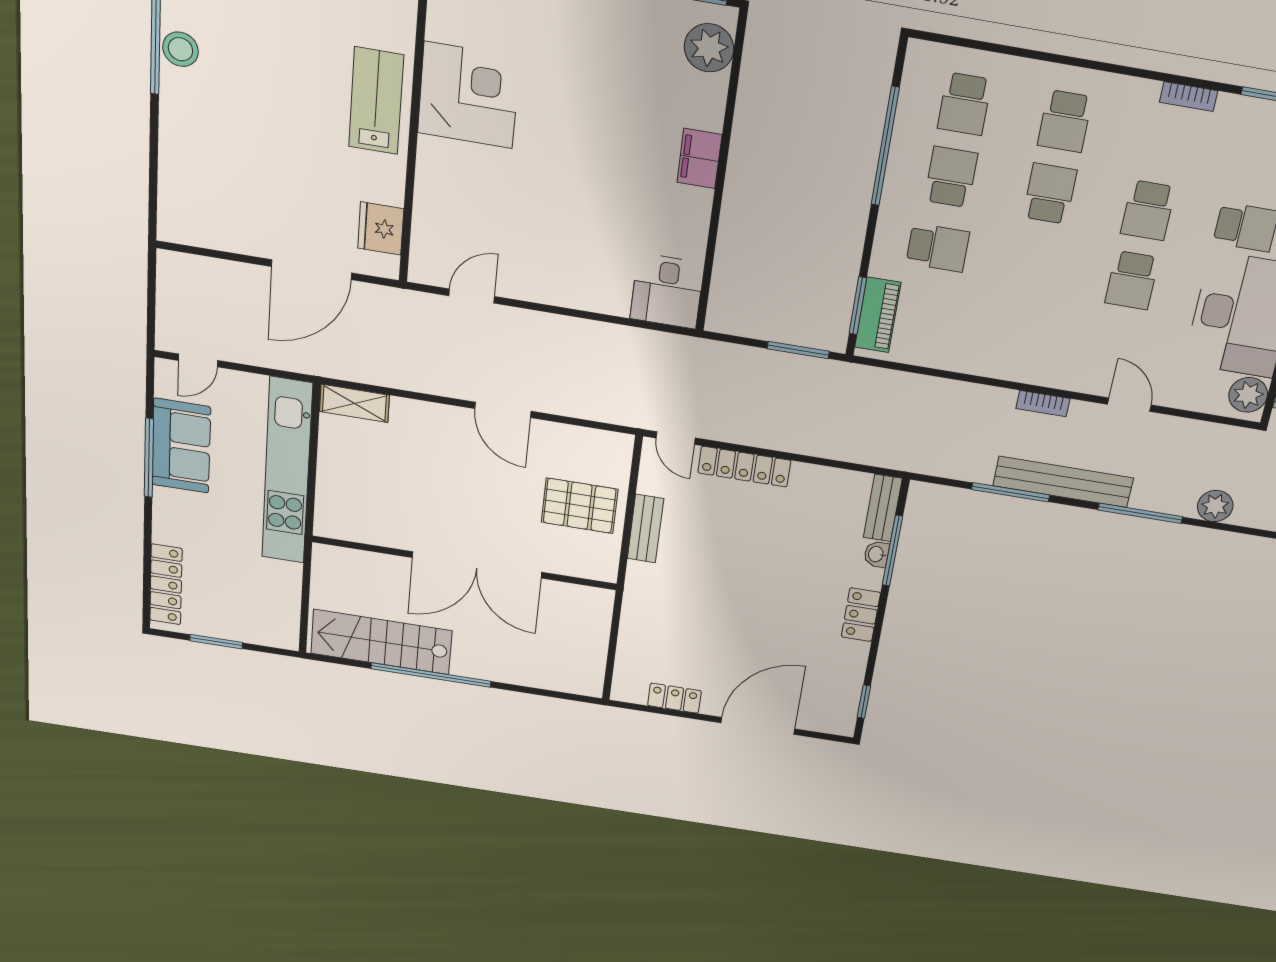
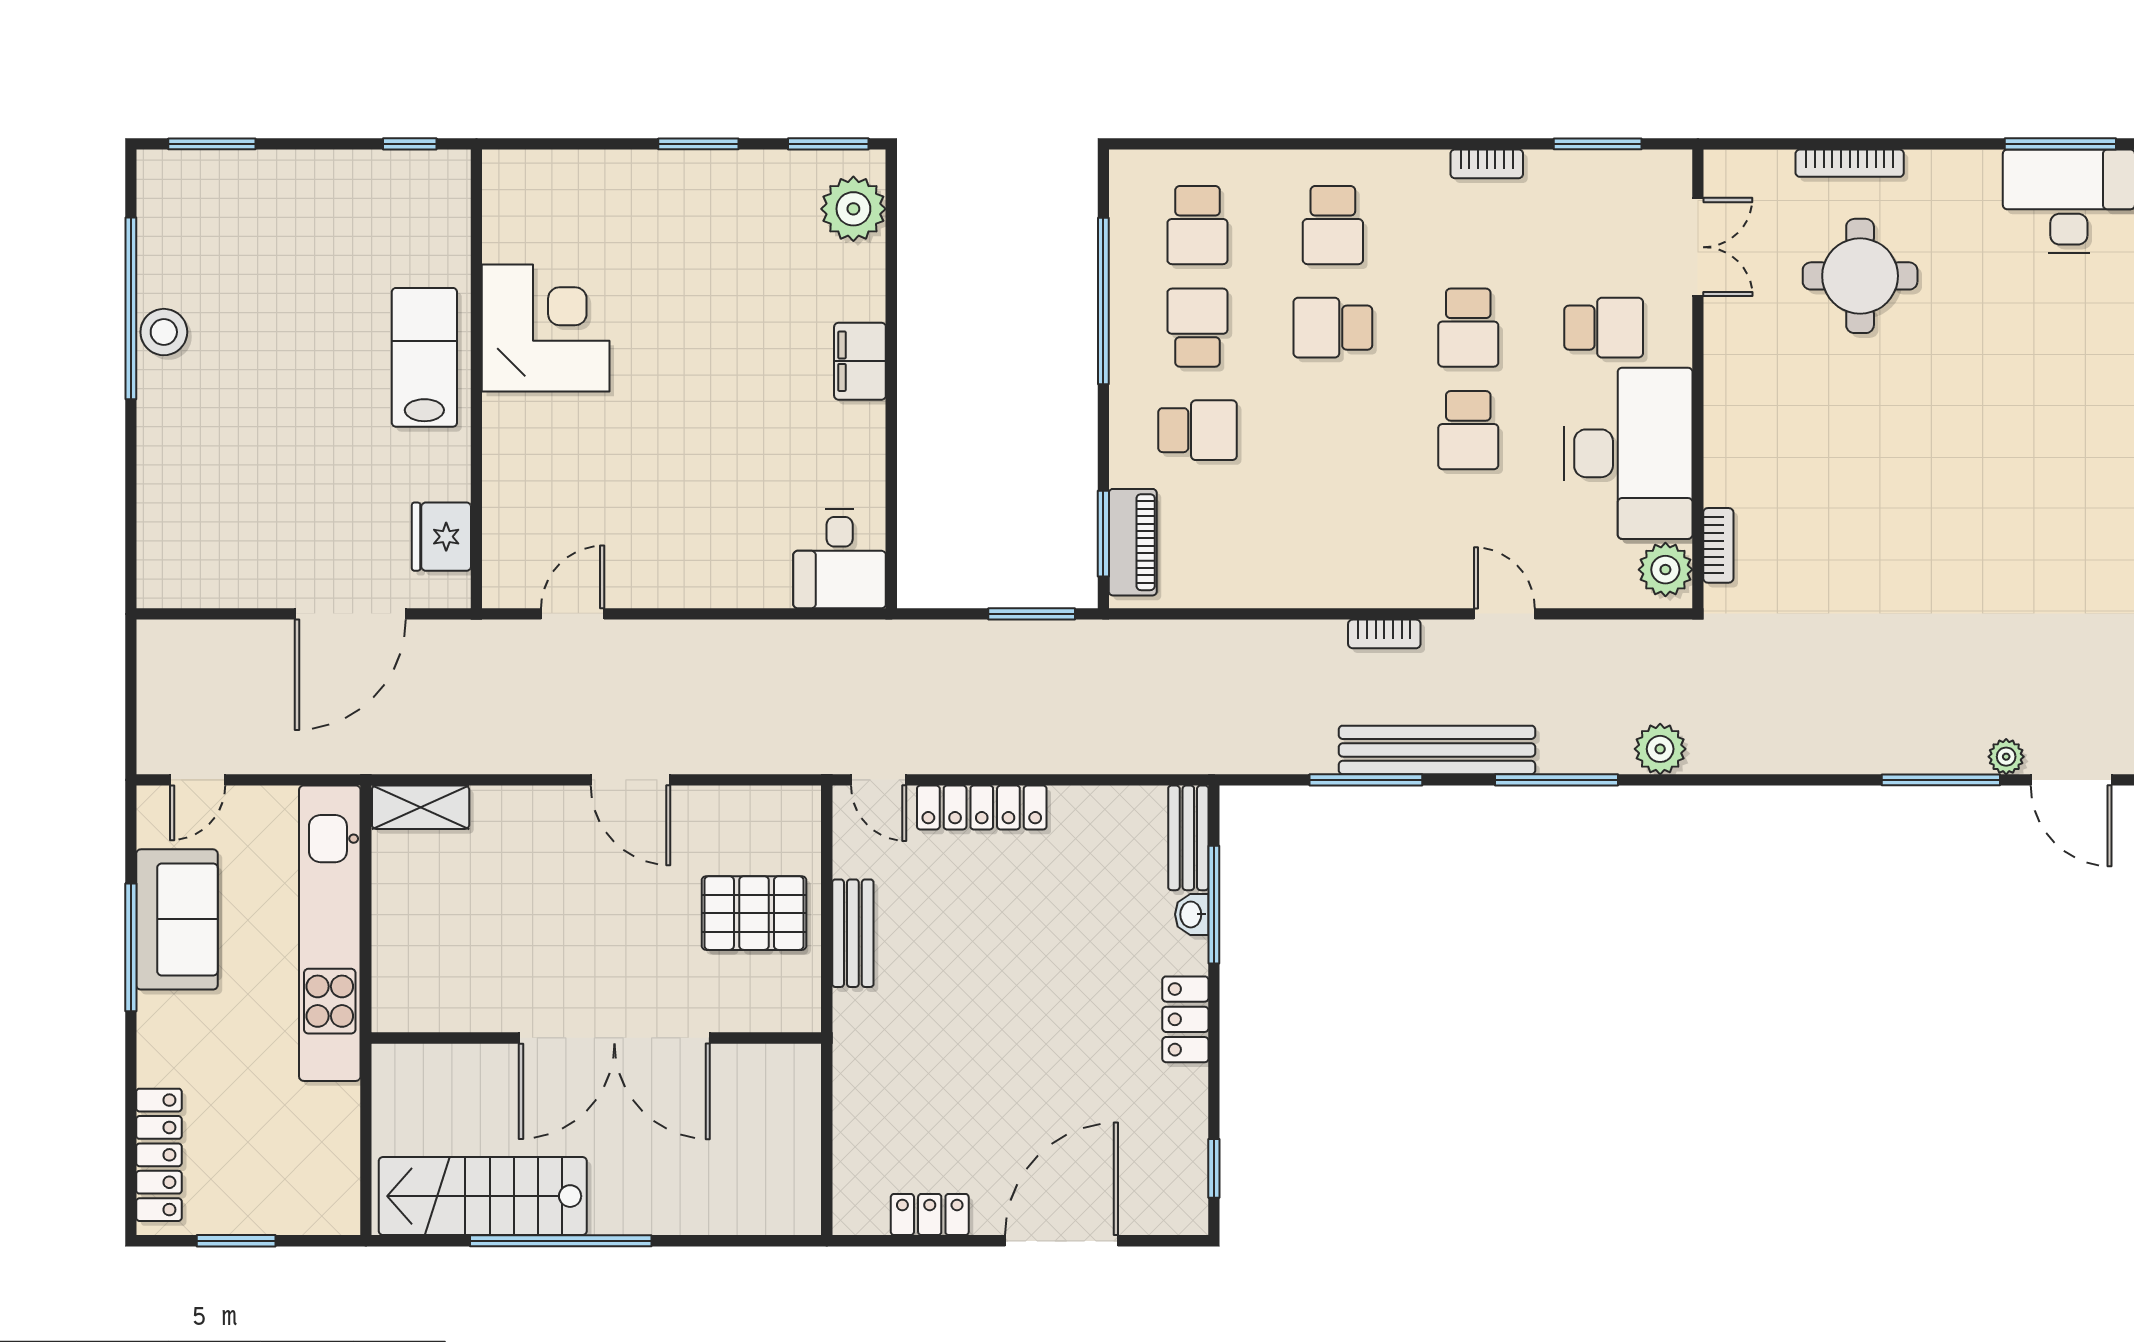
school desk: (1050, 194) -> (1333, 328), turned -90

